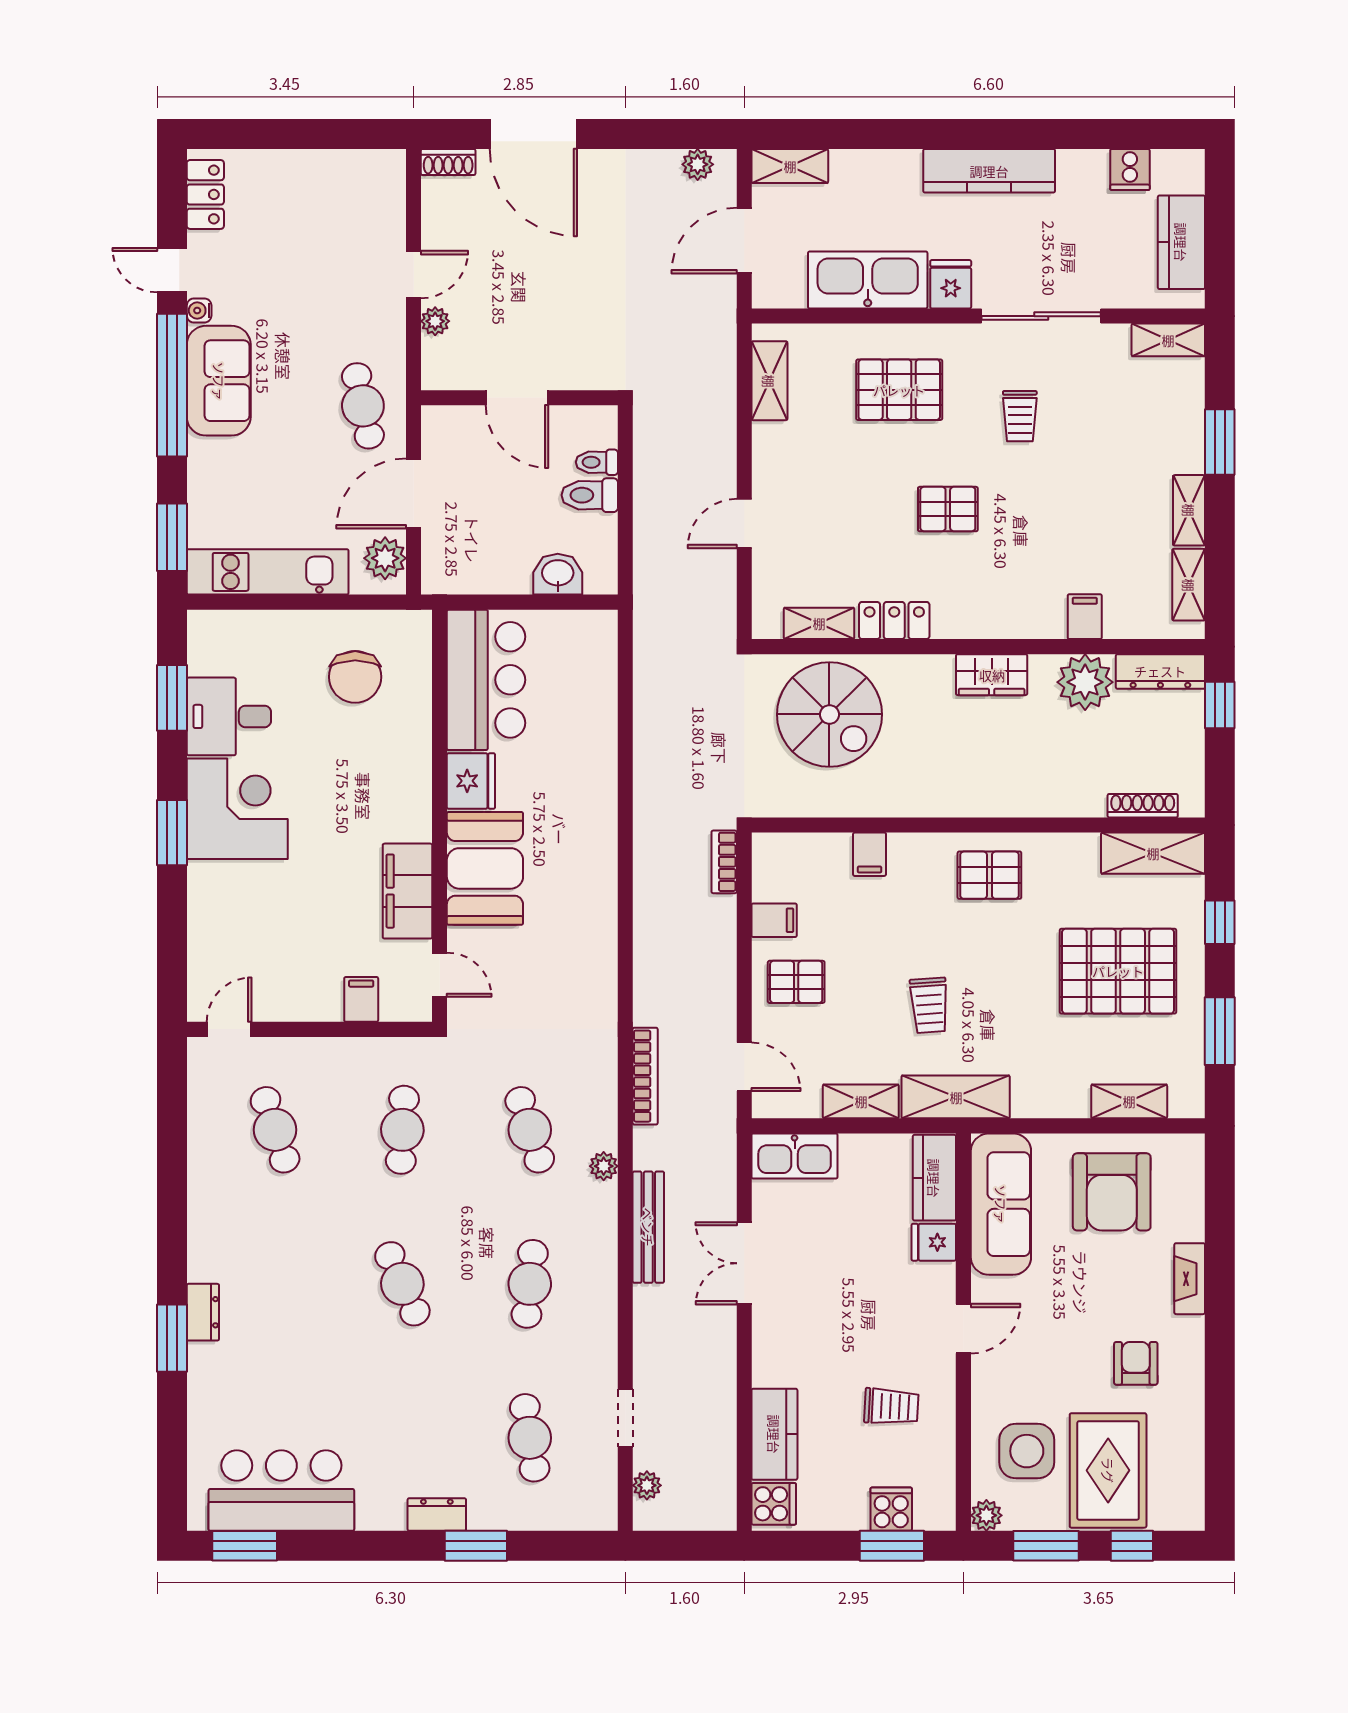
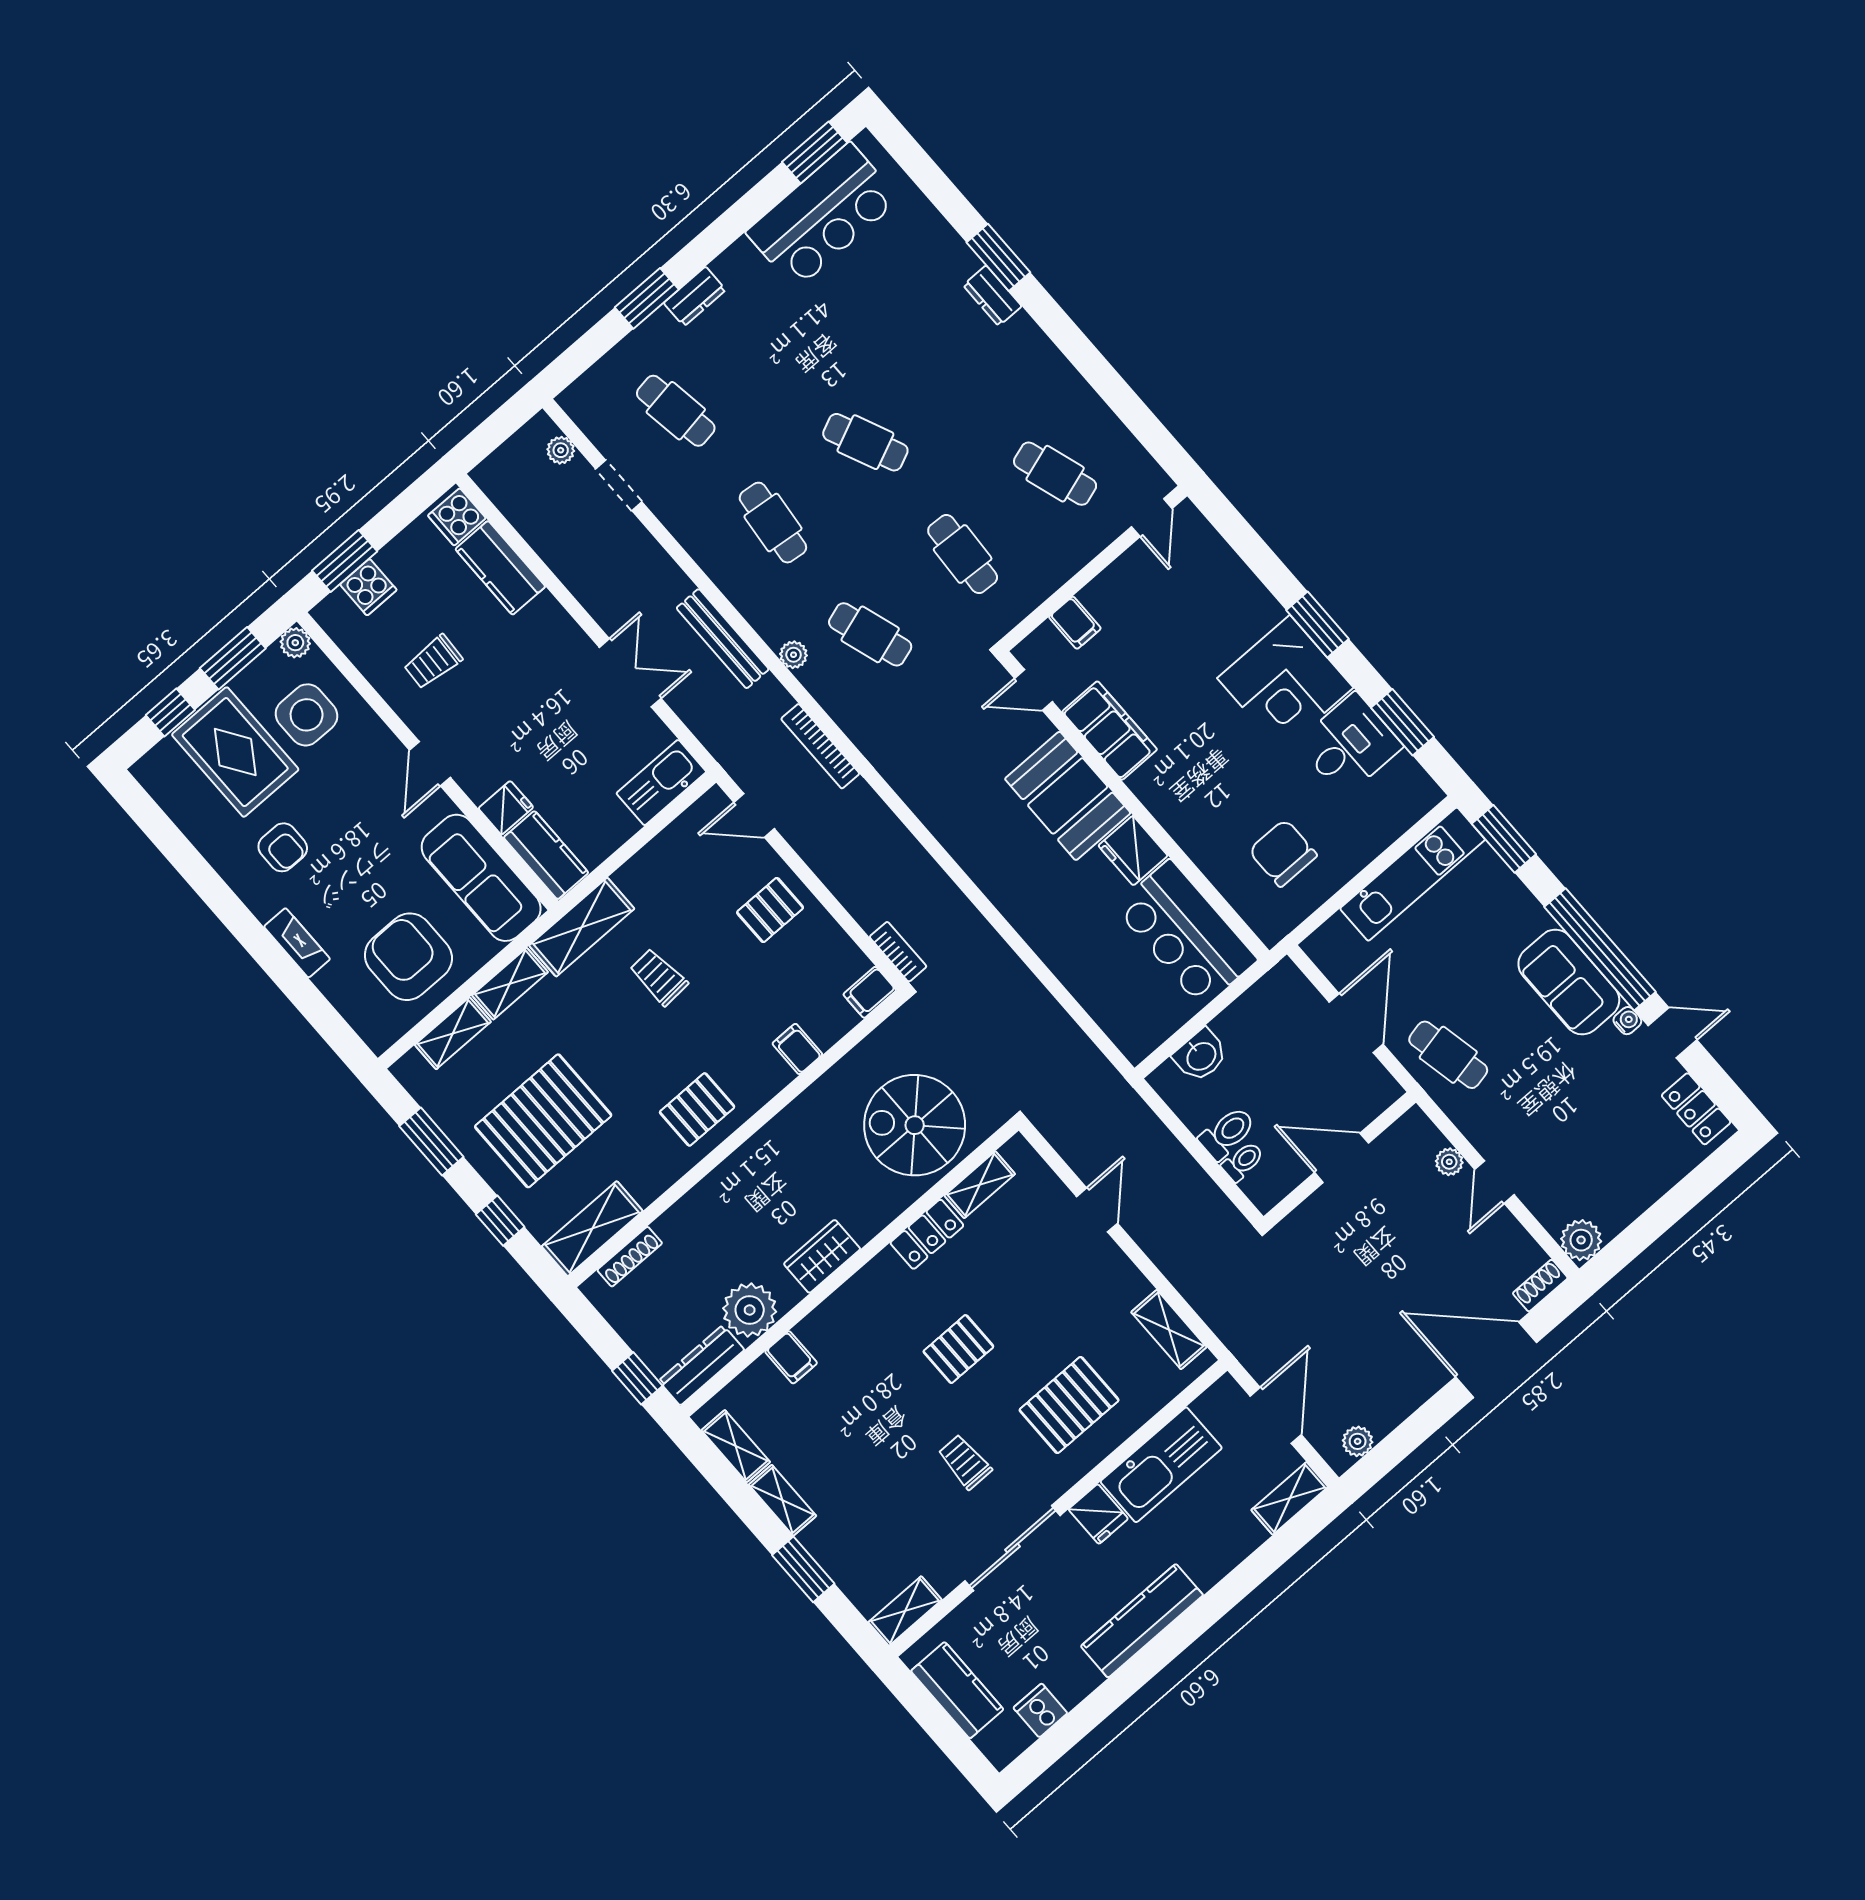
plant: (385, 558) -> (1581, 1240), moved
filing cabinet: (774, 920) -> (870, 992), moved
shelving: (861, 1101) -> (510, 984), moved

